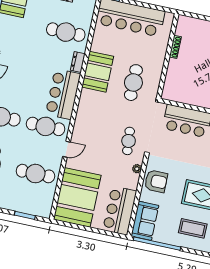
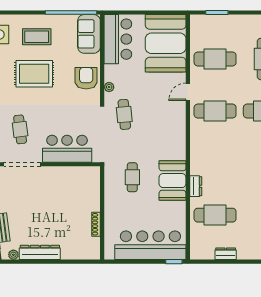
cafe table: (133, 83) -> (132, 177), width x0.73, depth x0.74
bar counter: (63, 94) -> (204, 149), removed
armchair: (156, 181) -> (86, 78), turned 90

